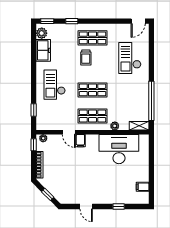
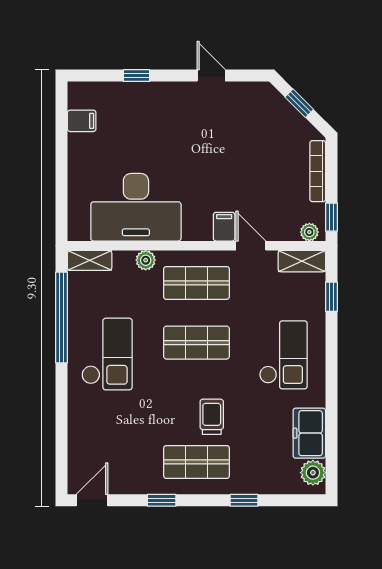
window: (47, 21) -> (162, 500), moved
checkout: (130, 58) -> (107, 354), moved
shelving: (46, 126) -> (302, 261), added

